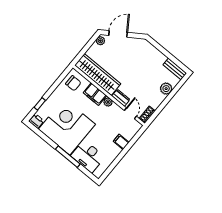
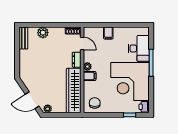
filing cabinet: (95, 94) -> (90, 76), width x0.50
door: (130, 113) -> (82, 43), swing flipped

